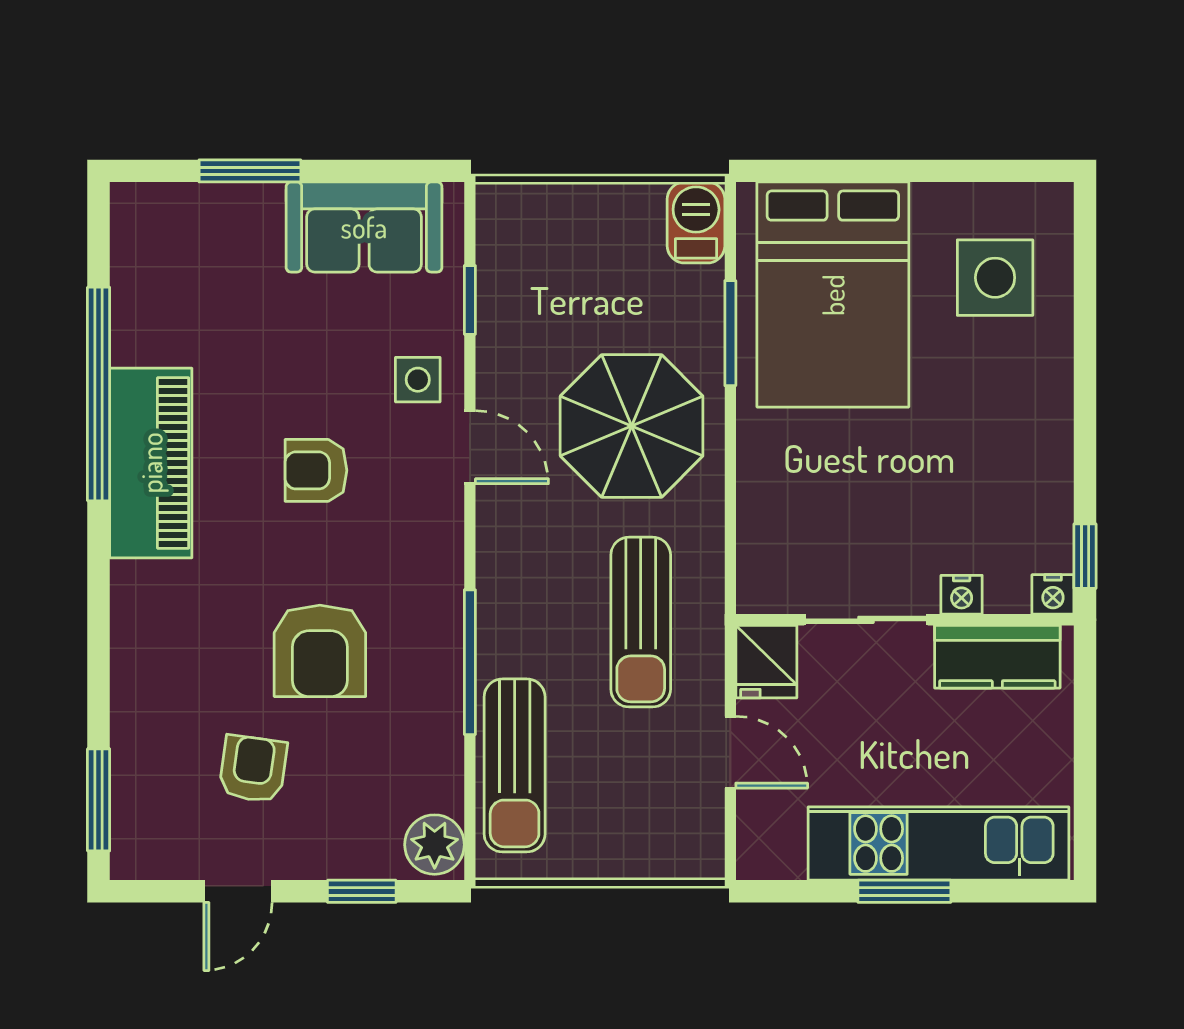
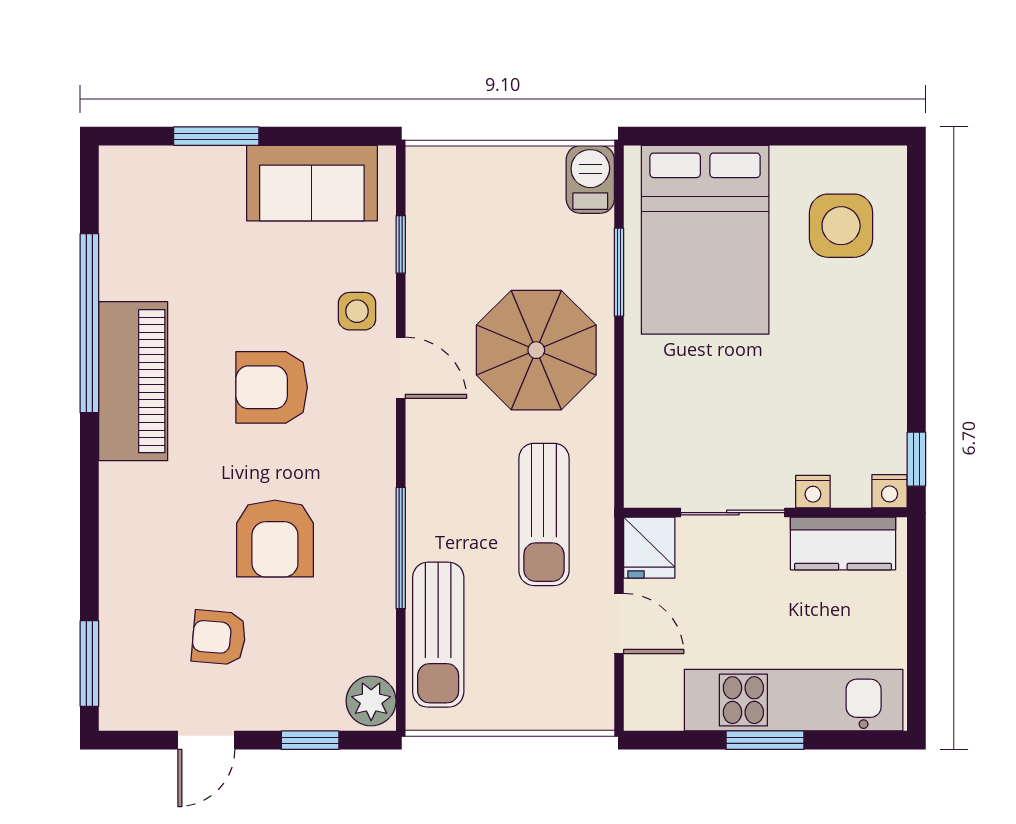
armchair: (316, 470) -> (272, 387), width x1.38, depth x1.38
armchair: (253, 769) -> (219, 638), turned -93

